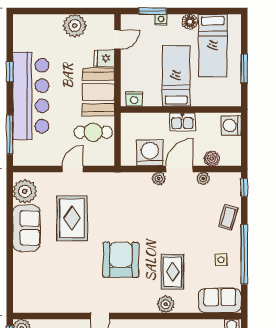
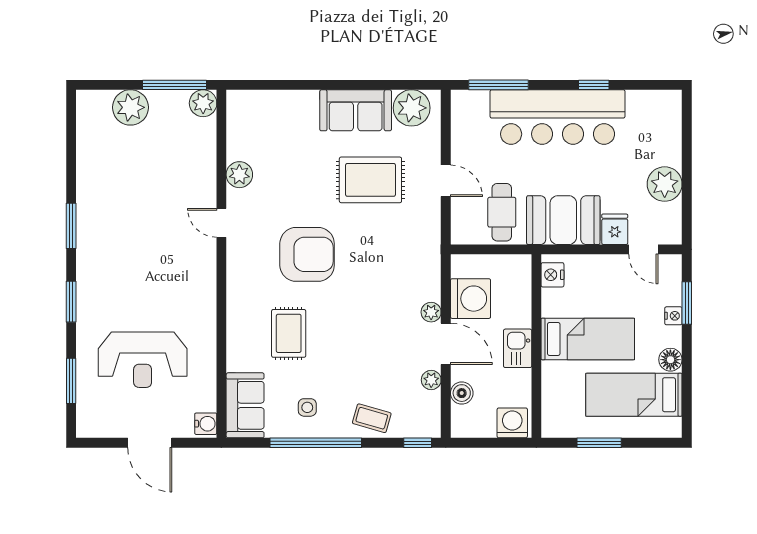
rug: (173, 272) -> (289, 333), turned 90
plant: (166, 304) -> (239, 175), moved

